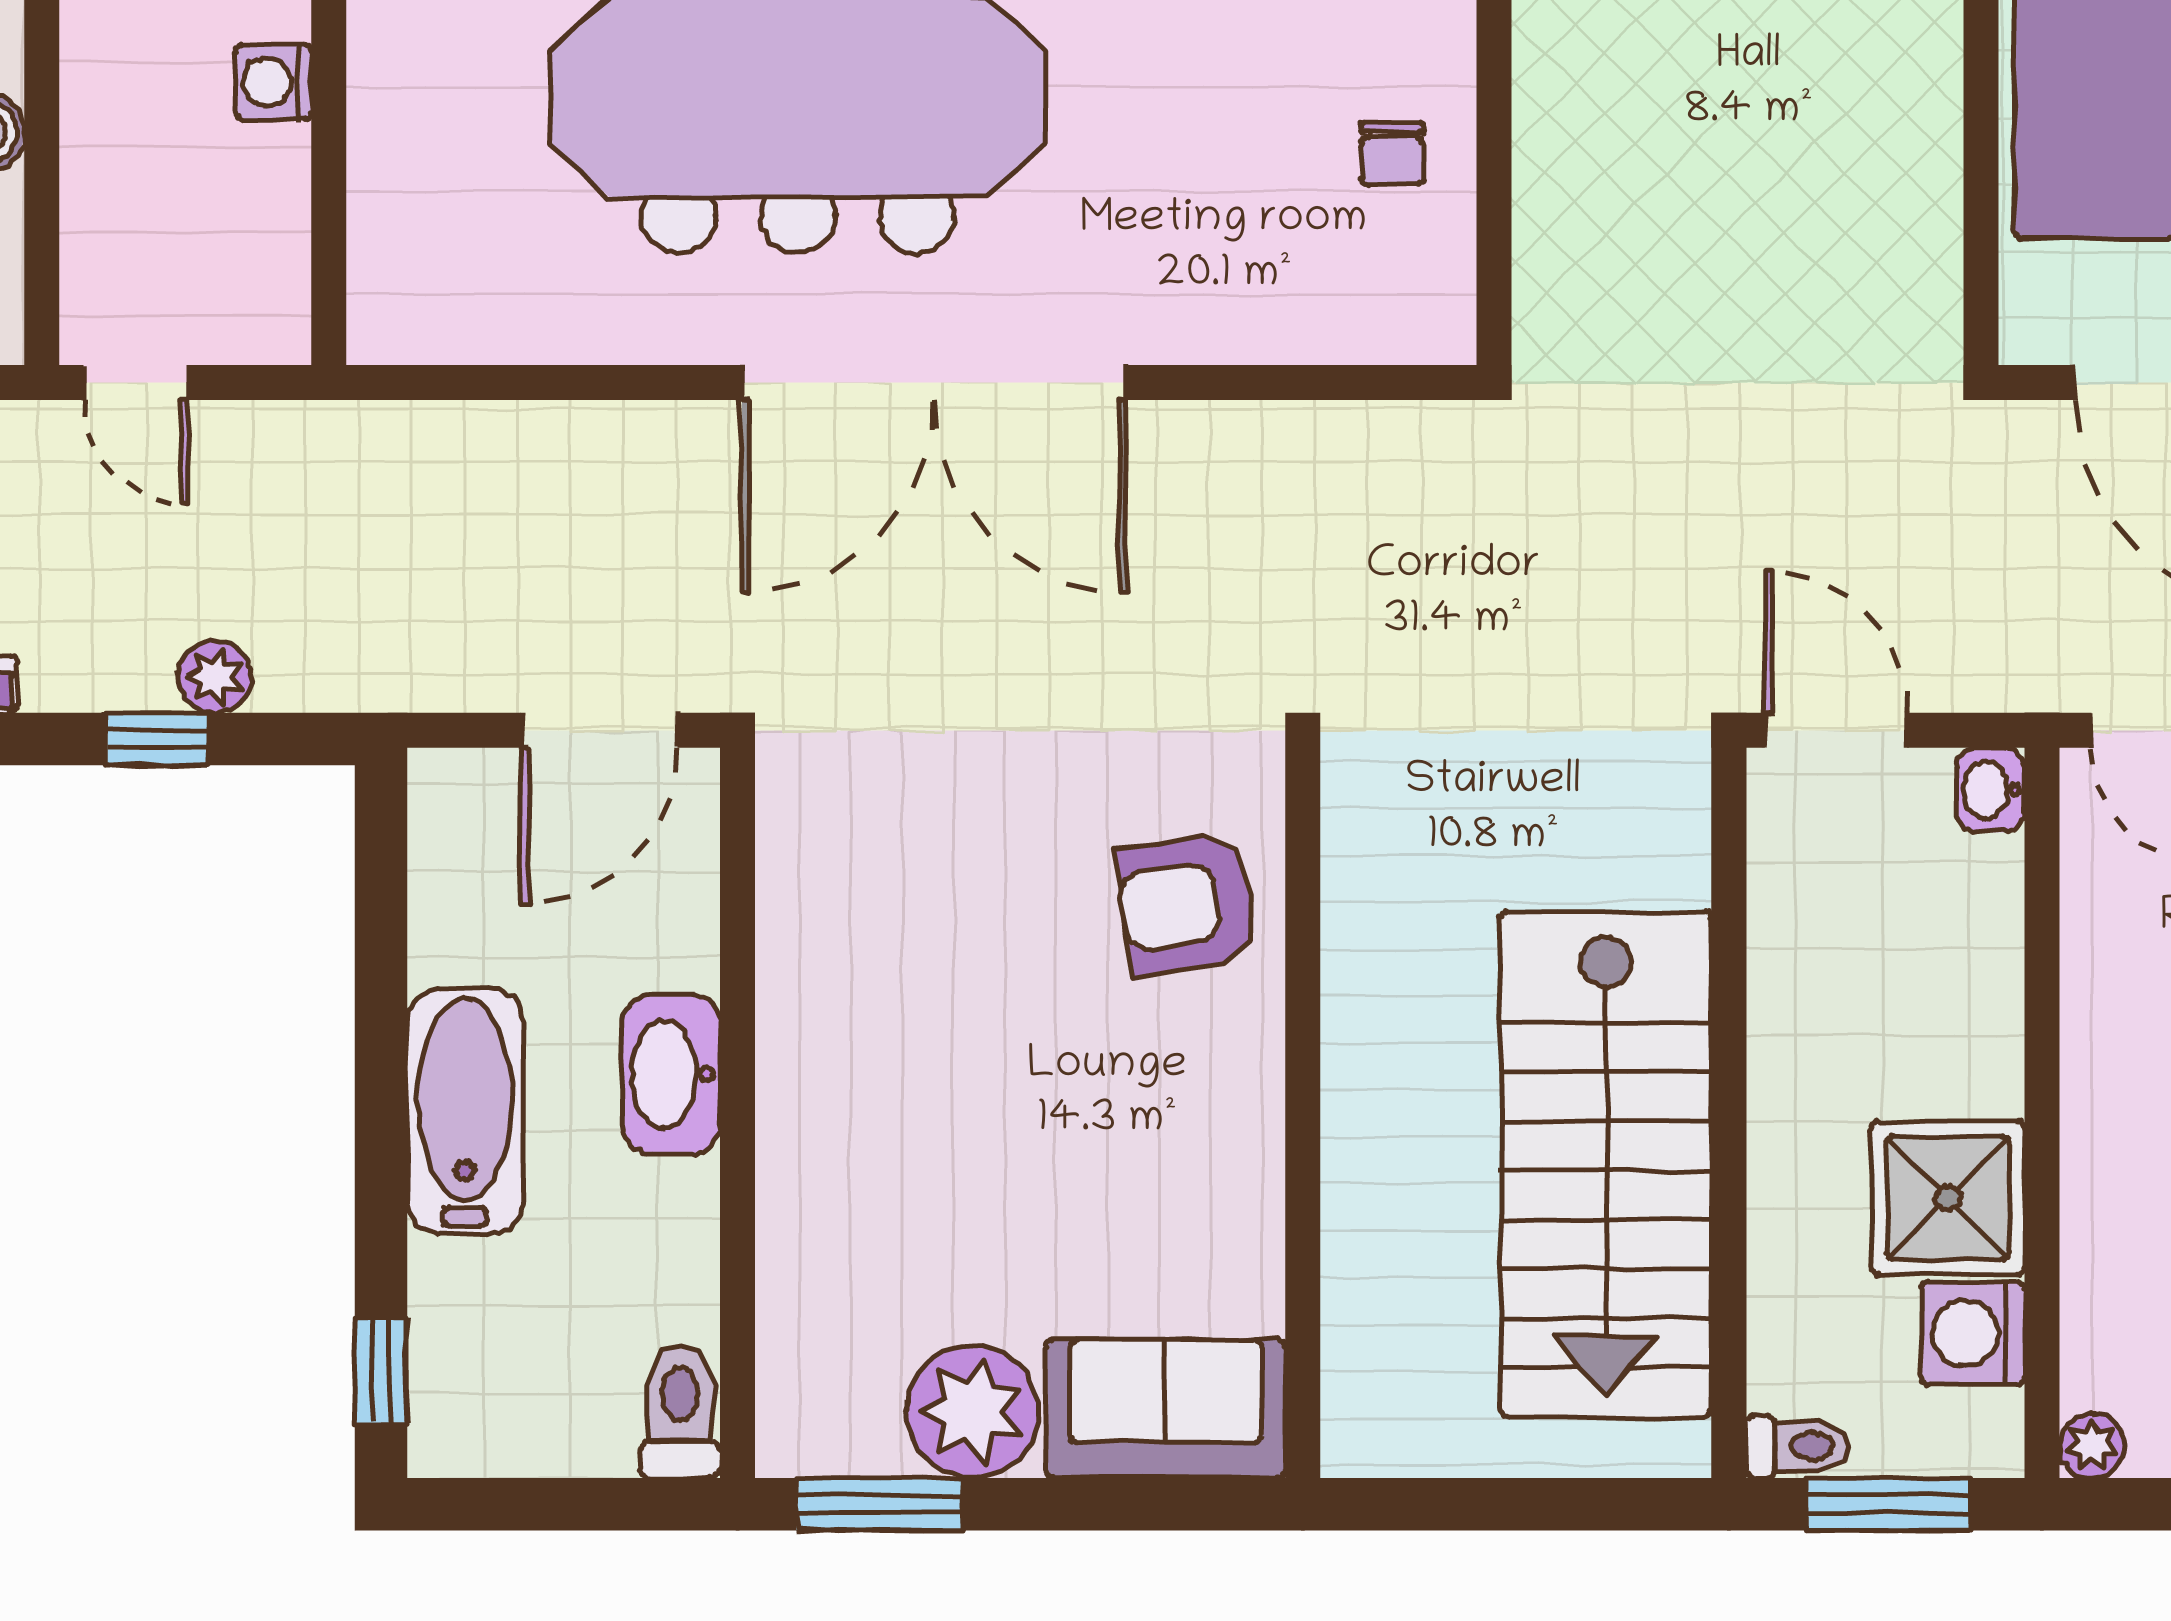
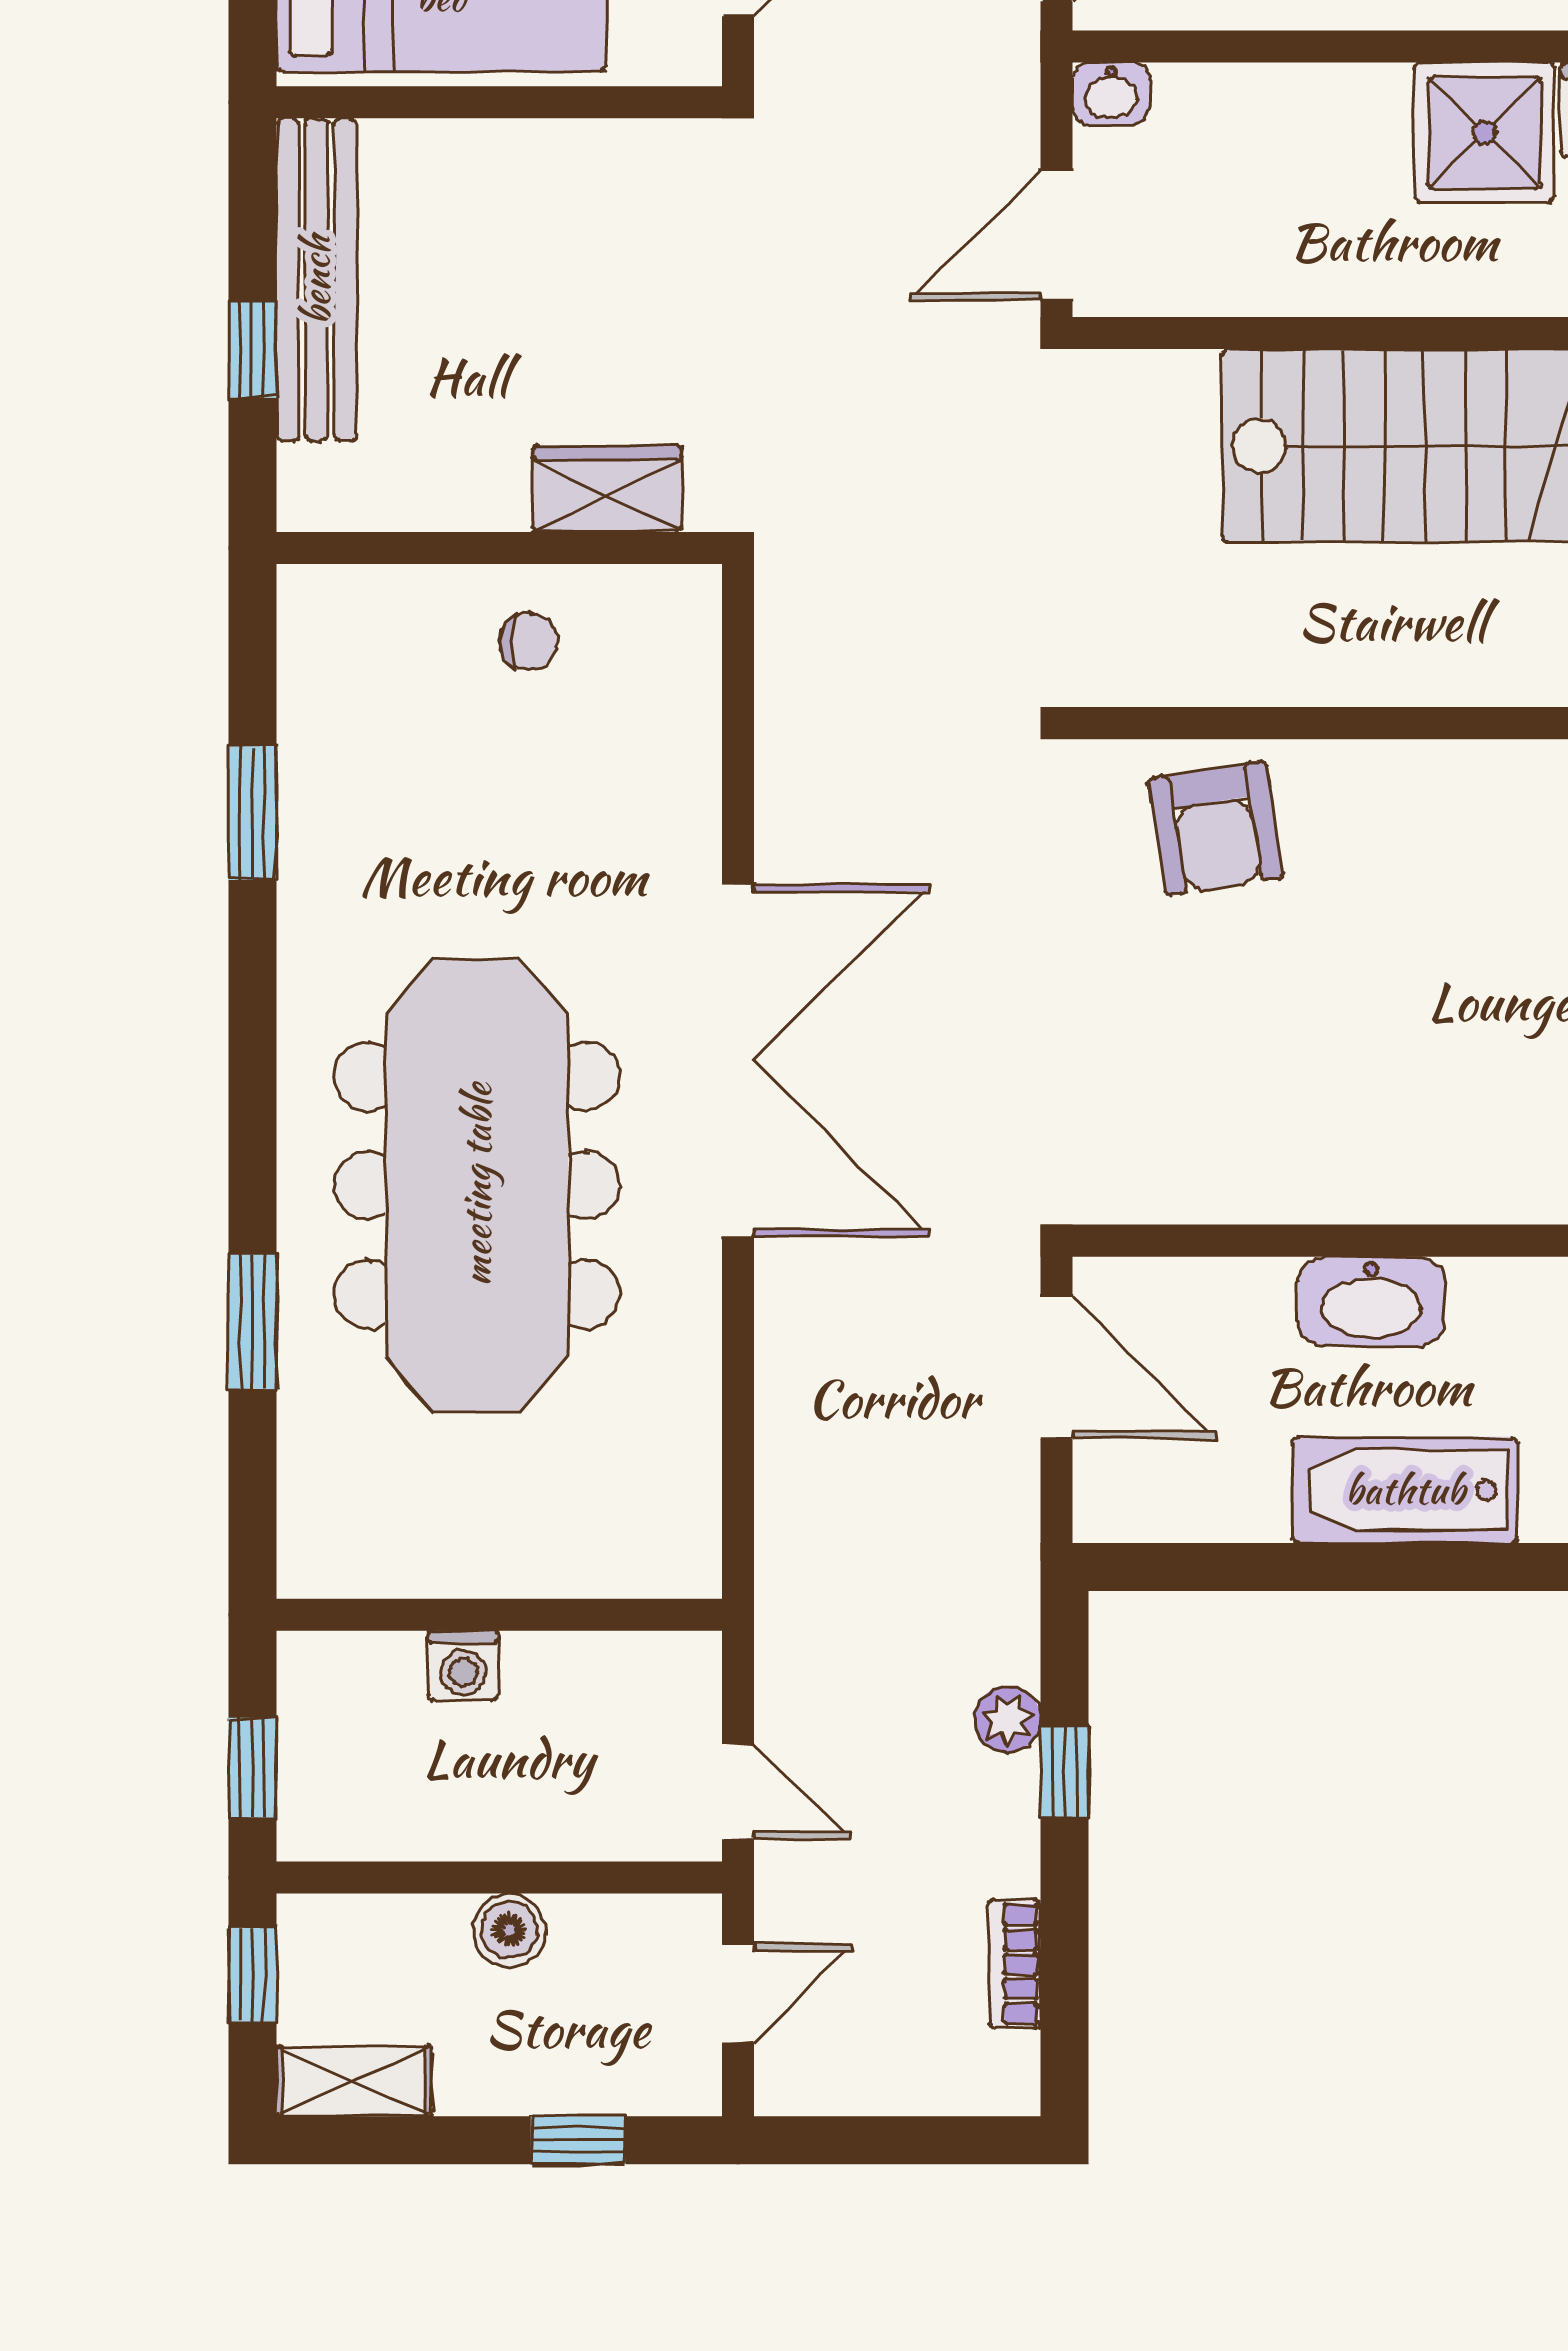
wardrobe: (1559, 240) -> (607, 489), added
door: (136, 382) -> (738, 1792), hinge flipped

